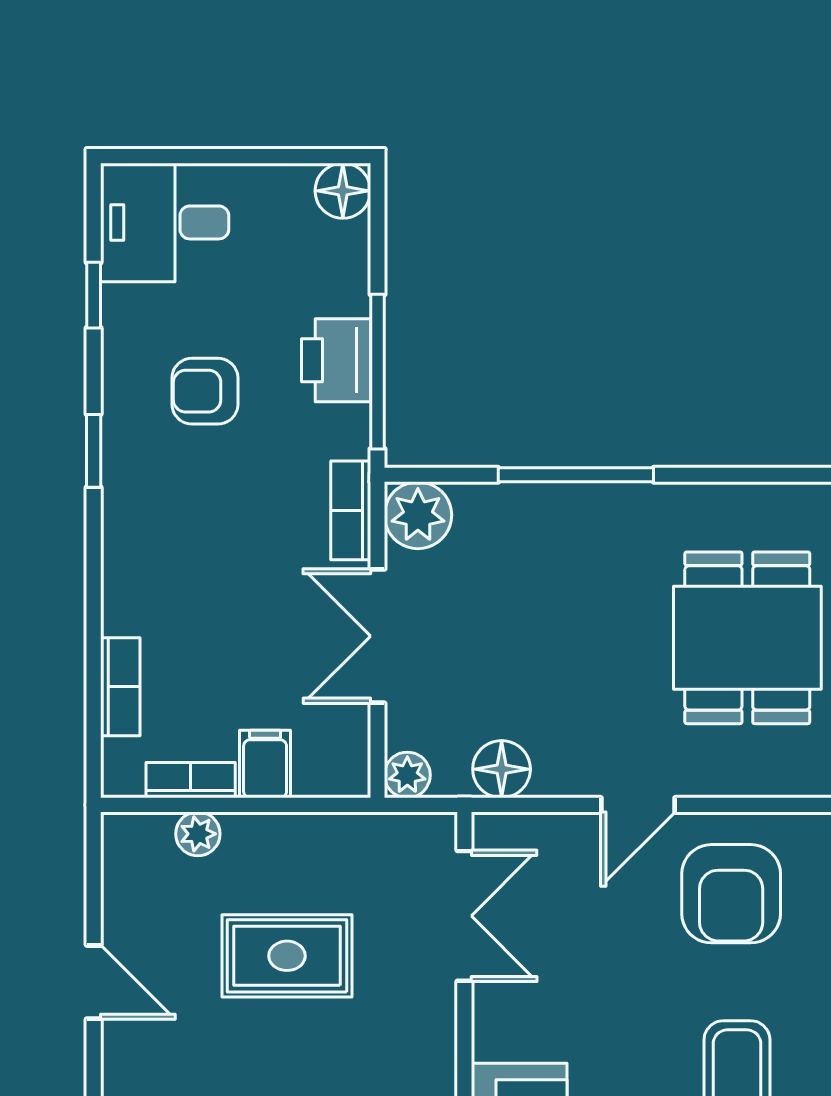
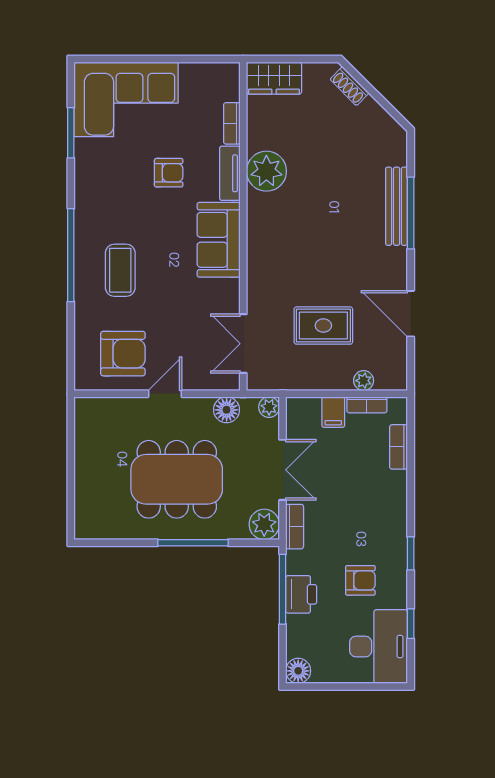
desk: (165, 222) -> (379, 647), width x1.37
dining table: (747, 638) -> (177, 479), moved, width x1.38
armchair: (731, 894) -> (123, 354), turned 90
door: (94, 982) -> (411, 314), width x1.38

